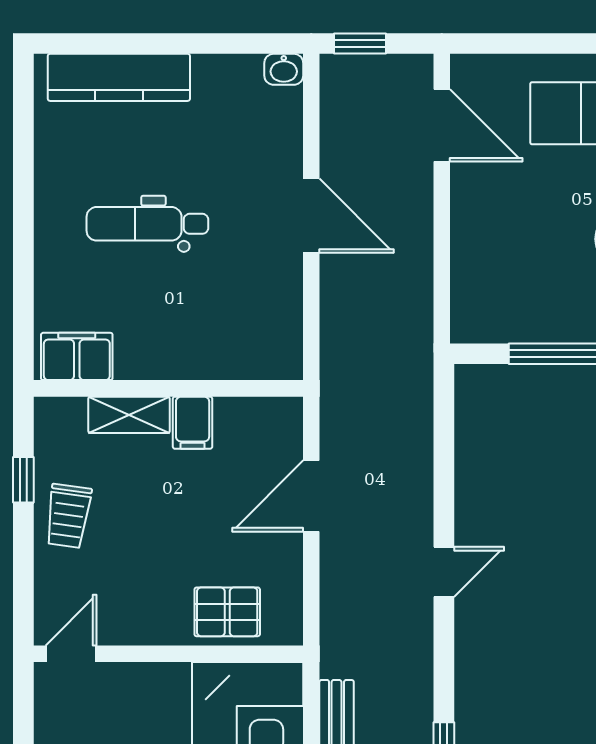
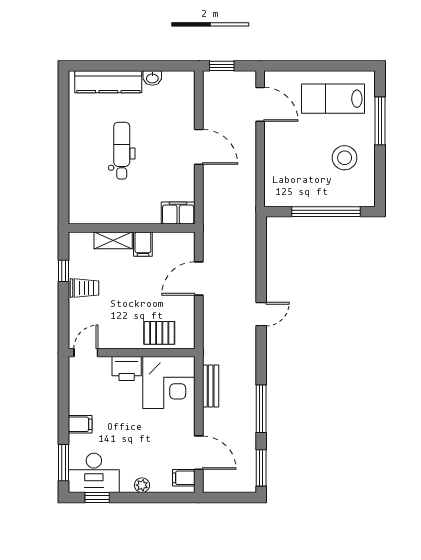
washbasin: (284, 69) -> (152, 78), moved
dental chair: (147, 224) -> (122, 151), turned 90
filing cabinet: (77, 356) -> (178, 213), moved
trolley: (68, 516) -> (85, 288), turned -98
printer: (158, 687) -> (127, 369), added

